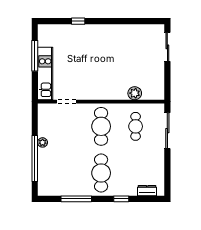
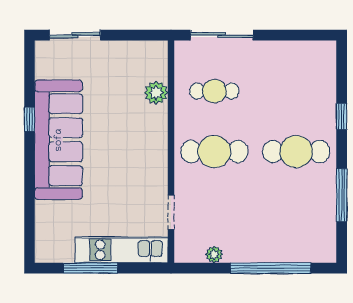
window: (78, 21) -> (30, 119), moved
sofa: (108, 38) -> (59, 140), added
plant: (43, 142) -> (214, 254), moved
dresser: (147, 191) -> (327, 71), removed

